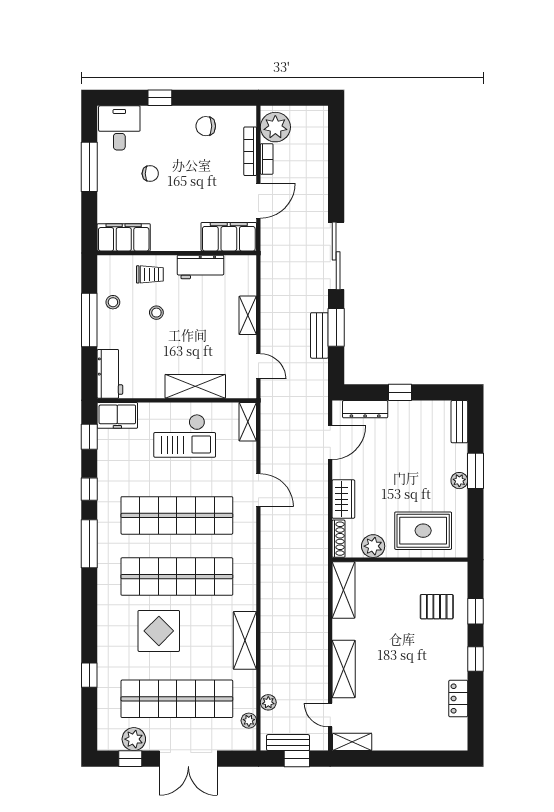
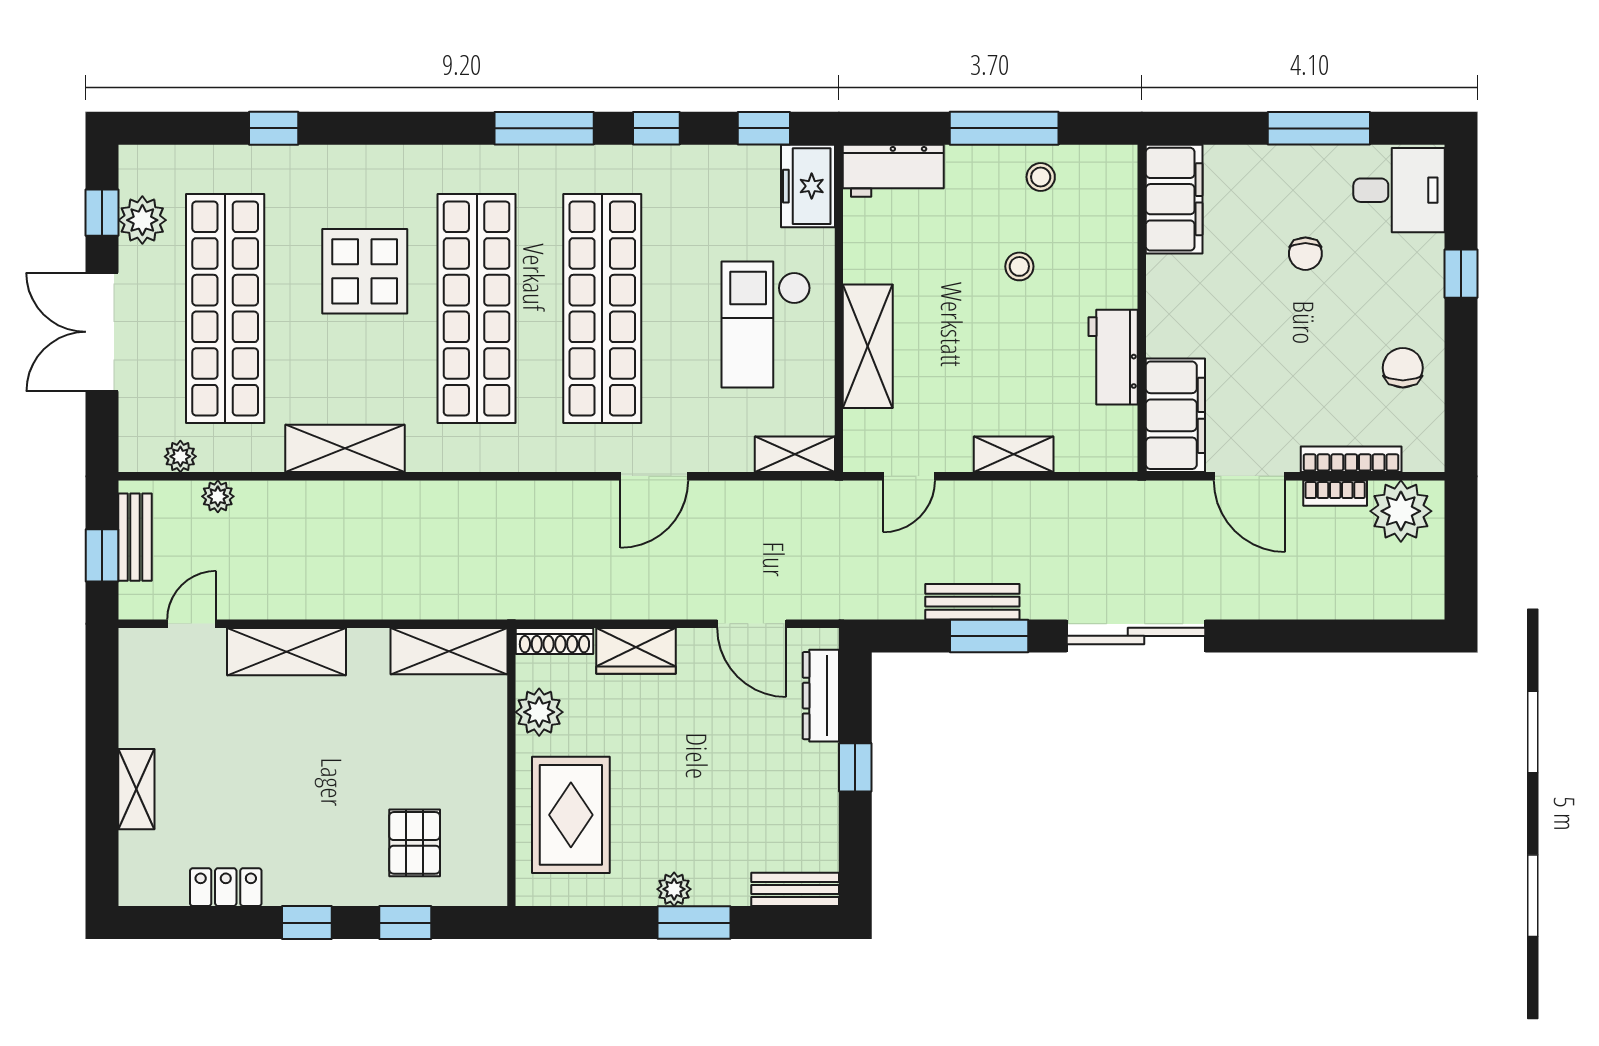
trolley: (150, 274) -> (1098, 253), removed
shelving: (352, 742) -> (136, 789), moved

